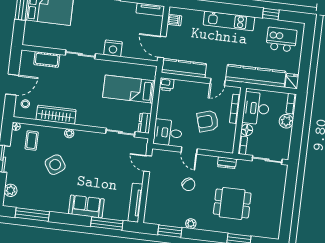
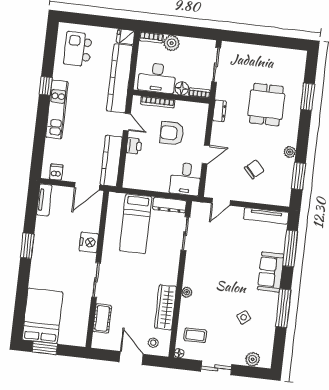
window: (271, 14) -> (46, 86), moved
printer: (167, 84) -> (134, 146), moved
armchair: (208, 121) -> (172, 133), turned 107
dresser: (145, 123) -> (170, 205), width x1.44
side table: (55, 165) -> (244, 317), moved, width x0.54, depth x0.54
chair: (188, 184) -> (254, 169), moved
window: (32, 215) -> (283, 308), moved

